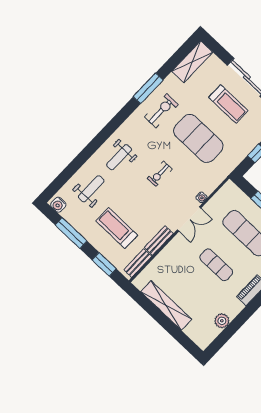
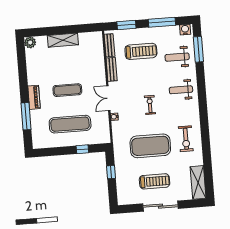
window: (148, 88) -> (198, 49), moved
treadmill: (228, 104) -> (155, 181), turned 180
weight bench: (119, 157) -> (181, 90), turned -90
weight bench: (91, 189) -> (177, 57), turned 90
shelving: (166, 305) -> (63, 40), width x0.68
plant: (222, 321) -> (30, 42), moved

